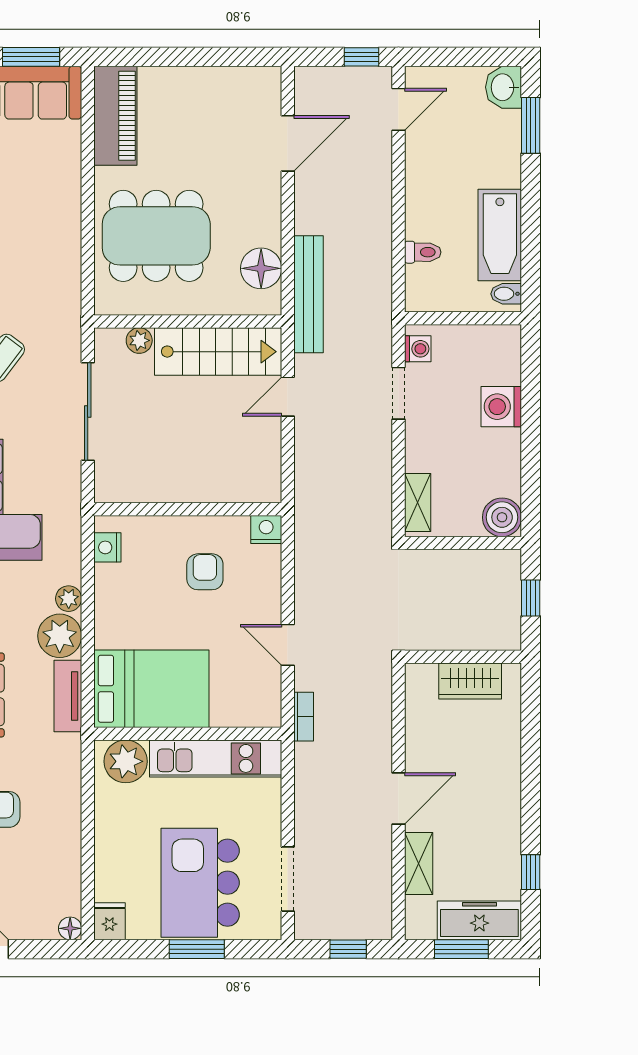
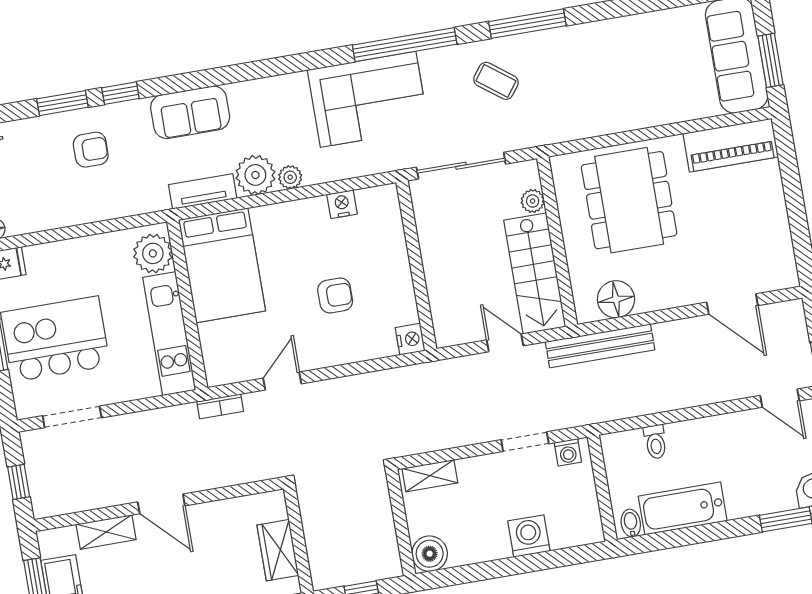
wall: (188, 509) -> (416, 266), moved
nightstand: (266, 529) -> (410, 339), moved

